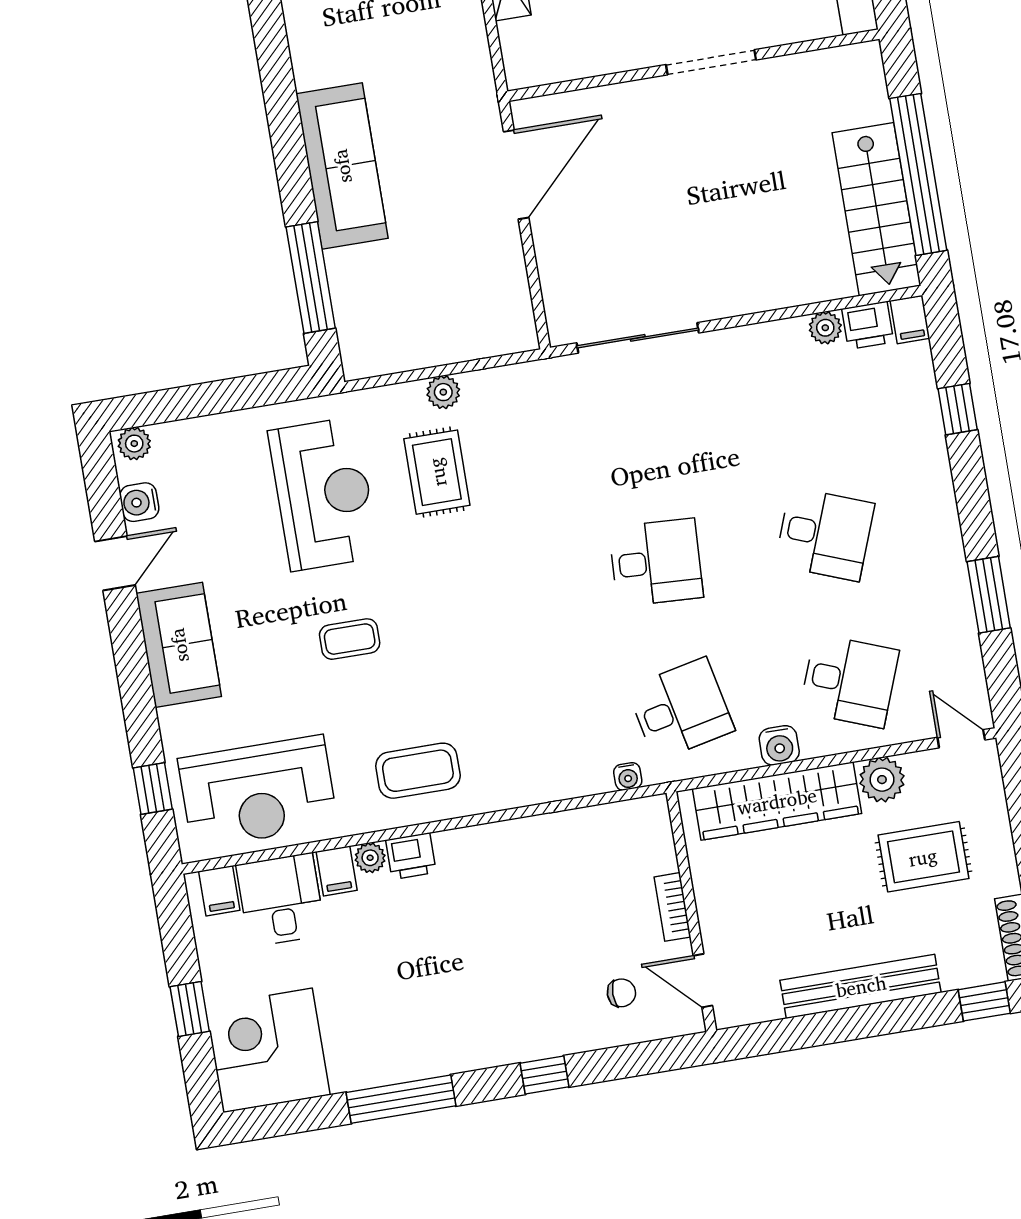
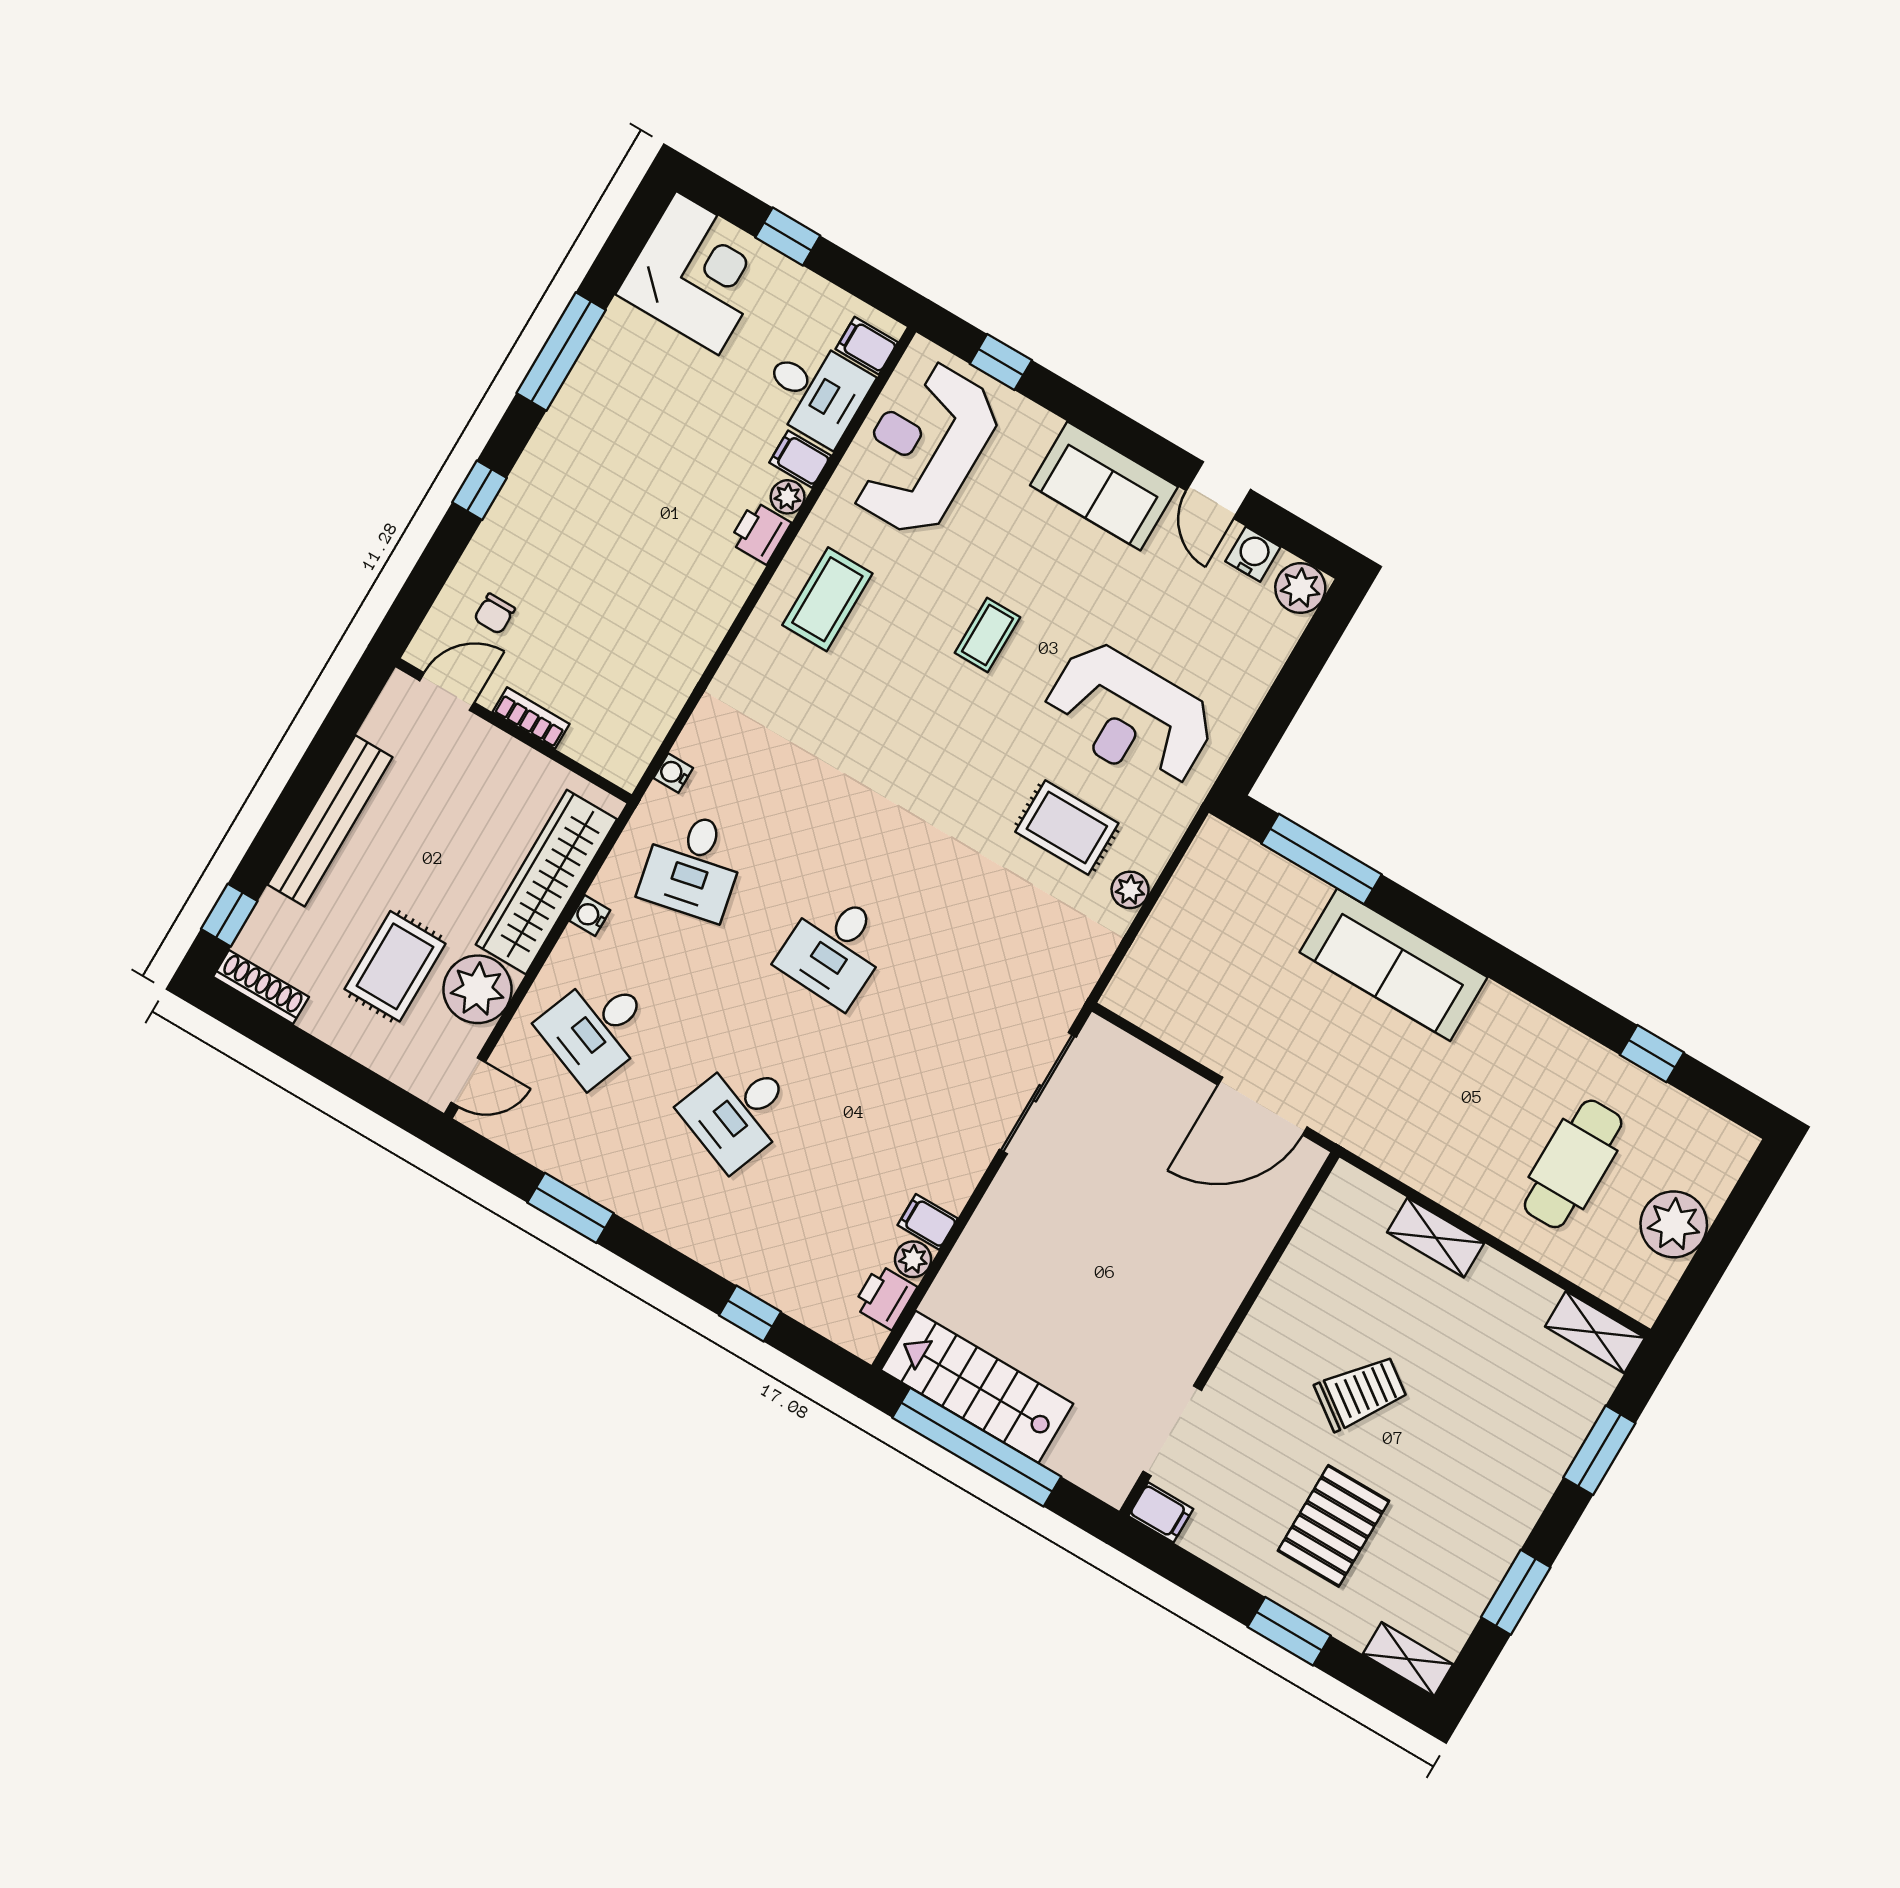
doorway: (711, 62) -> (1172, 1431), moved
door: (516, 175) -> (1262, 1106), hinge flipped
filing cabinet: (910, 319) -> (928, 1222), moved
plant: (134, 444) -> (1300, 588), width x1.38, depth x1.38
water cooler: (779, 745) -> (590, 915), width x0.72, depth x0.72
plant: (882, 780) -> (478, 989), width x1.36, depth x1.36

